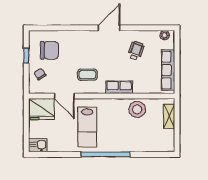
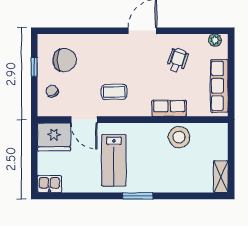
row of seats: (119, 87) -> (169, 108), moved
shelving: (169, 116) -> (221, 177), moved
window: (106, 154) -> (138, 196), width x0.47

